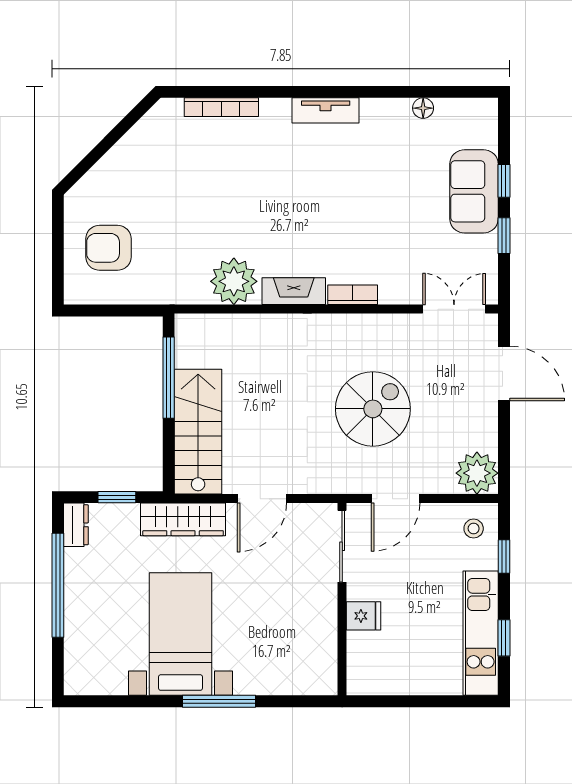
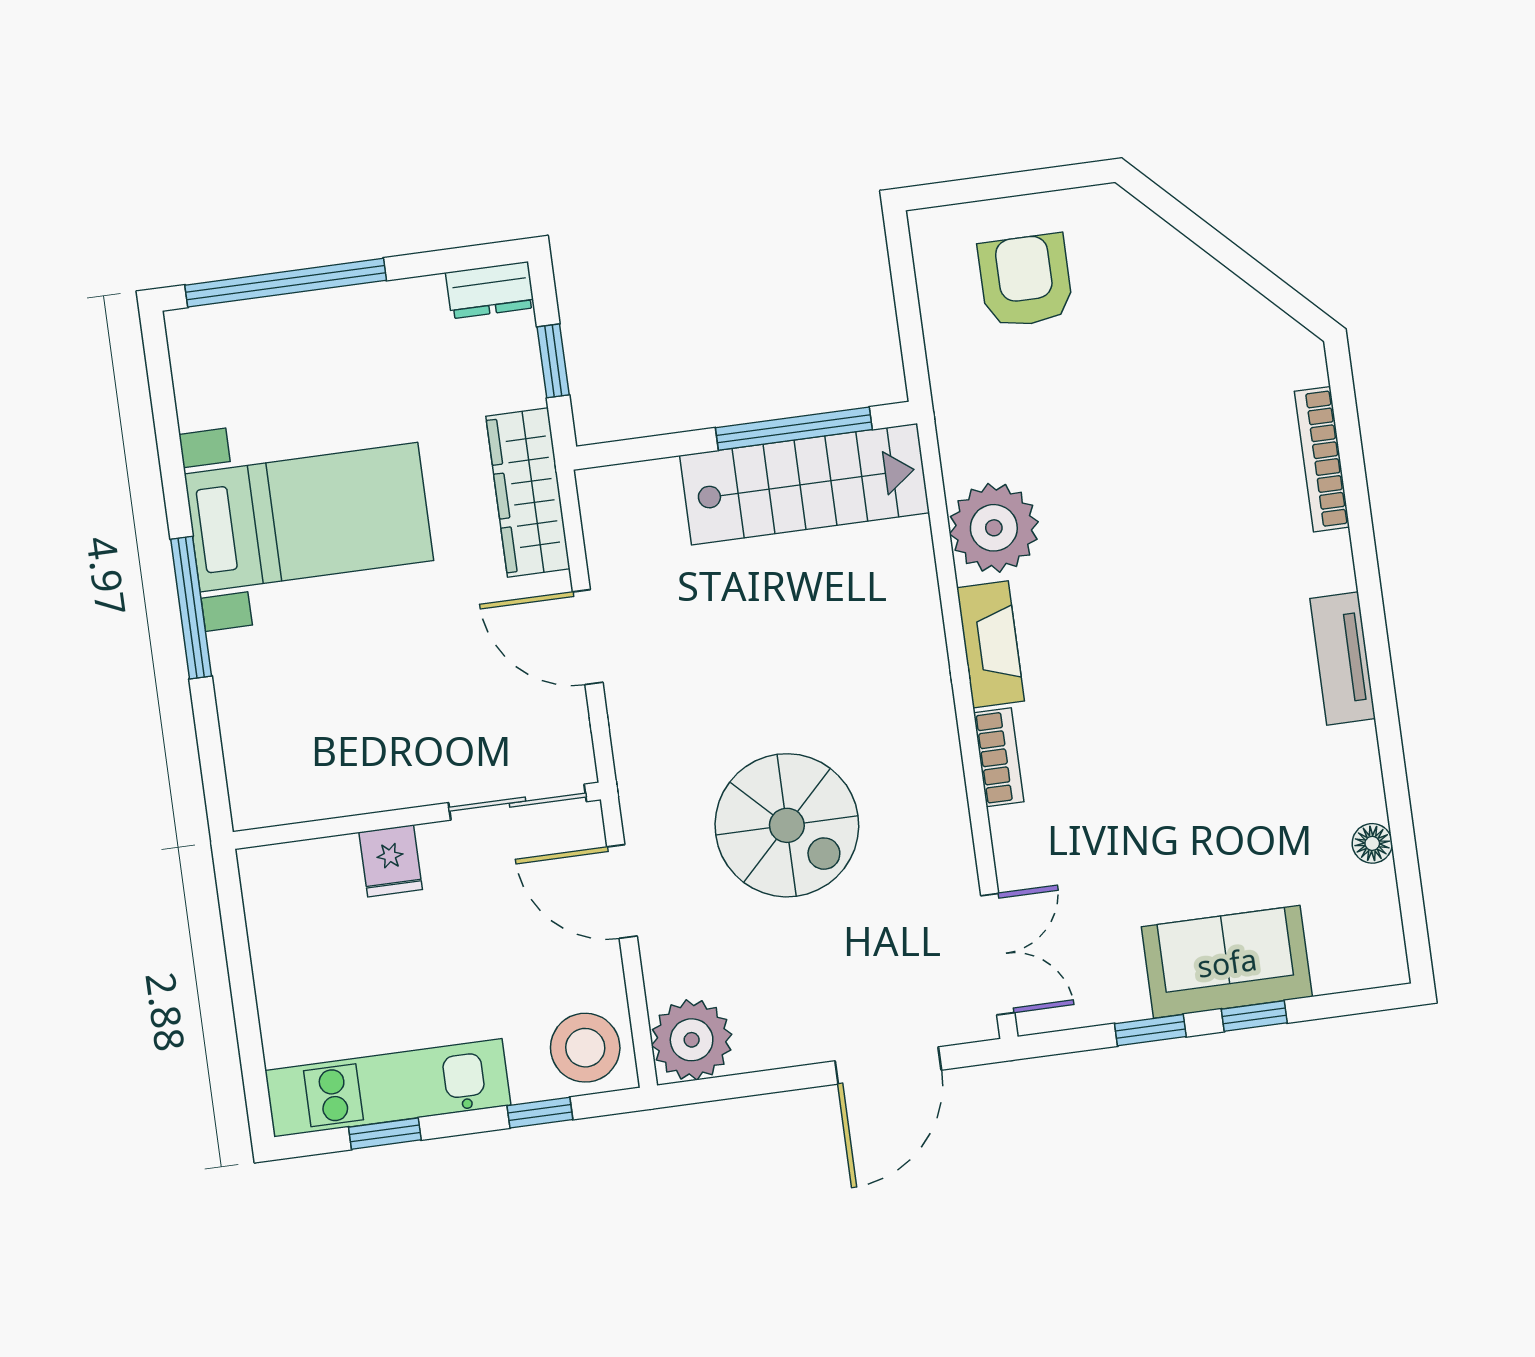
stairs: (198, 432) -> (805, 484), moved
stool: (474, 529) -> (585, 1048), width x1.89, depth x1.89
window: (58, 585) -> (286, 283), moved

